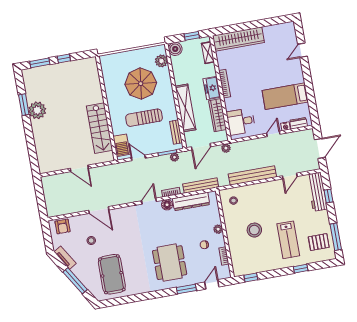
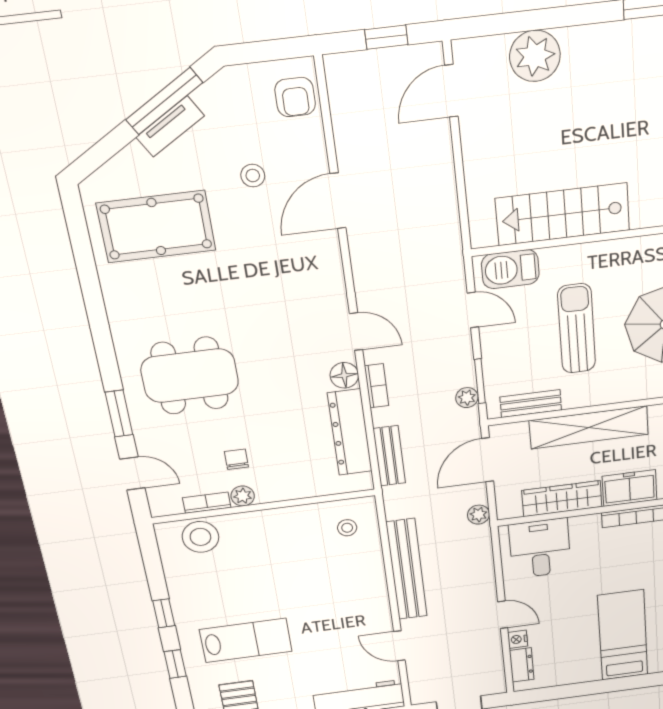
bed: (285, 96) -> (623, 635), moved
plant: (37, 110) -> (535, 56), moved
door: (201, 147) -> (488, 460), hinge flipped
door: (138, 158) -> (473, 310), hinge flipped
door: (79, 168) -> (451, 91), moved
bench: (201, 186) -> (389, 456), width x0.73
window: (40, 196) -> (386, 37), added
armchair: (63, 226) -> (295, 97), turned -90
plant: (218, 229) -> (243, 496), moved
stool: (254, 230) -> (200, 537), moved
lab bench: (288, 240) -> (246, 640), turned 180
tv unit: (65, 258) -> (170, 127), moved
window: (251, 278) -> (164, 613), moved
window: (75, 281) -> (164, 101), moved

